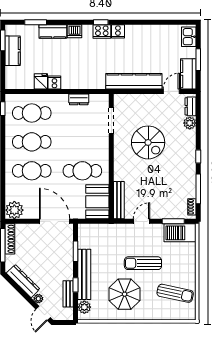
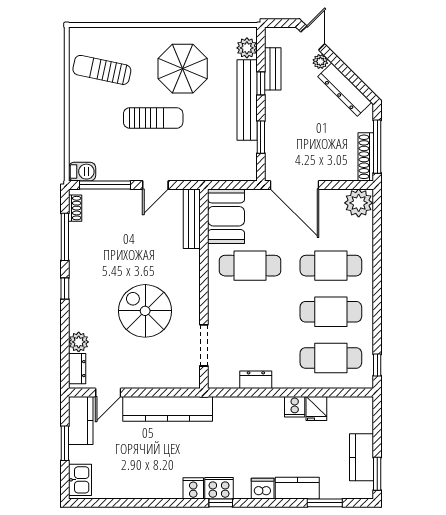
window: (173, 221) -> (105, 185), width x1.44
barbecue: (180, 233) -> (82, 172), width x0.53, depth x0.65

